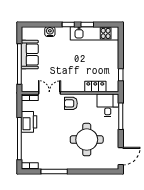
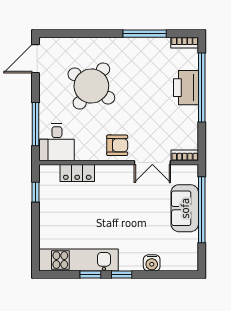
sofa: (30, 55) -> (185, 208), moved
printer: (29, 122) -> (186, 88), moved
round table: (87, 140) -> (91, 86), turned 35

